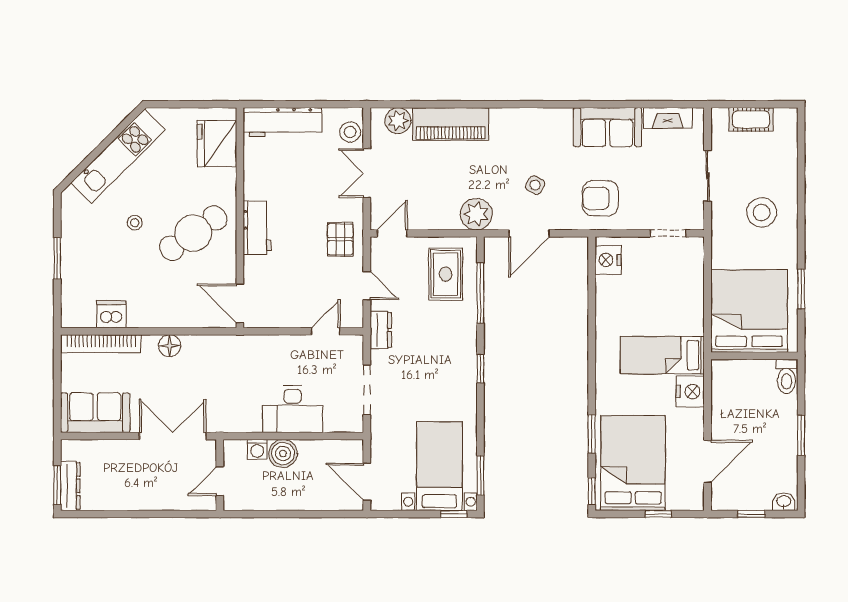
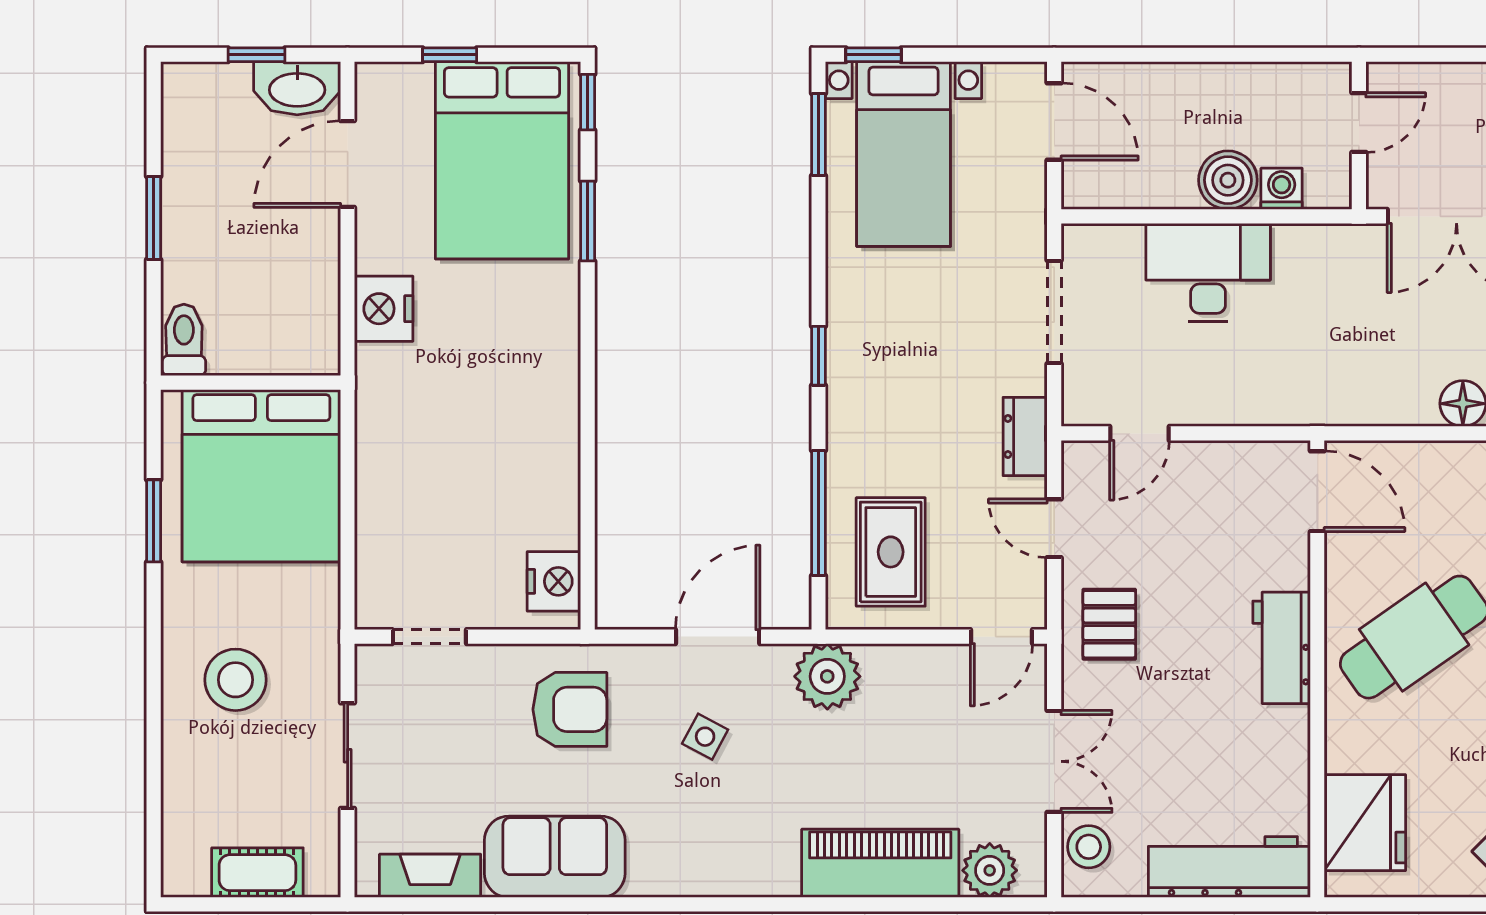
bed: (662, 355) -> (441, 384), removed
washbasin: (784, 502) -> (297, 88), moved, width x1.91, depth x1.45

